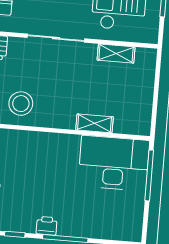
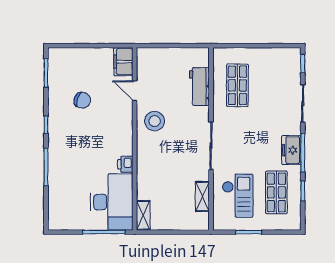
shelving: (95, 123) -> (143, 215), moved
printer: (47, 226) -> (125, 164), moved, turned 180

